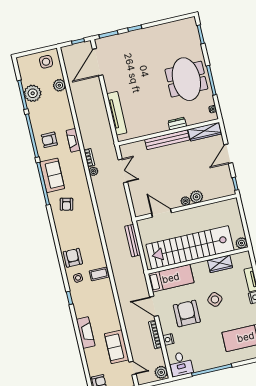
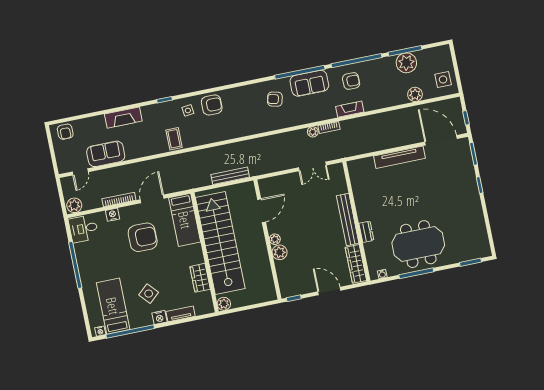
tv unit: (117, 113) -> (400, 157), moved
armchair: (49, 140) -> (351, 81), turned 90
coffee table: (99, 274) -> (174, 139), moved
side table: (215, 299) -> (149, 294), moved

